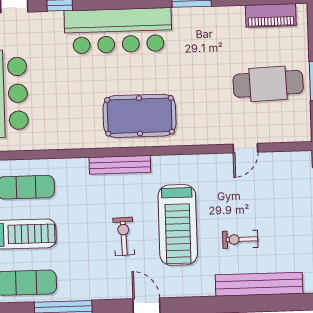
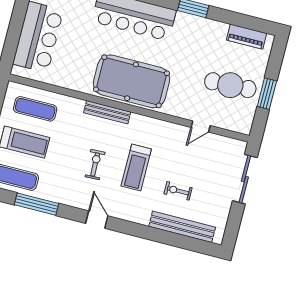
pool table: (140, 116) -> (132, 81), width x1.36, depth x1.32
treadmill: (178, 225) -> (136, 167), width x0.73, depth x0.73

